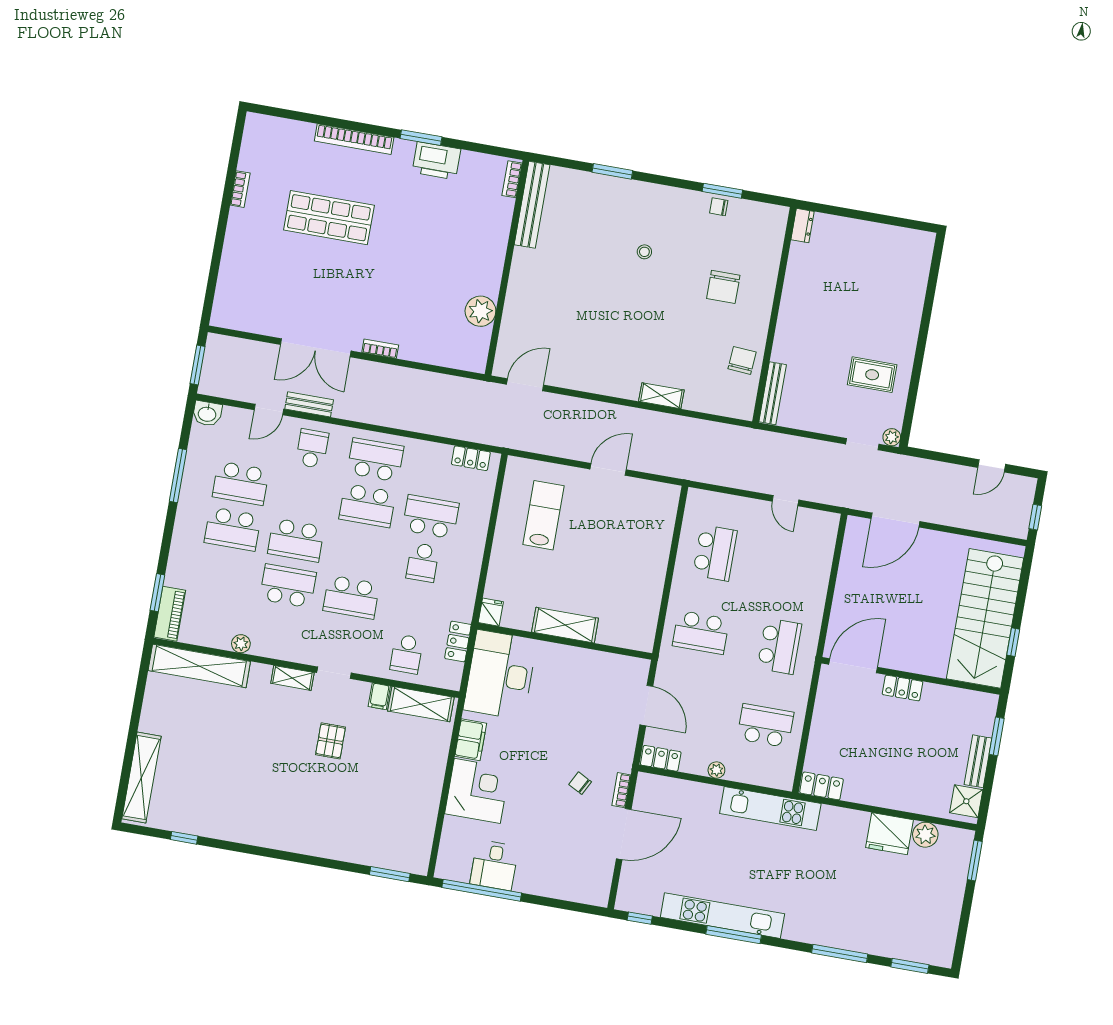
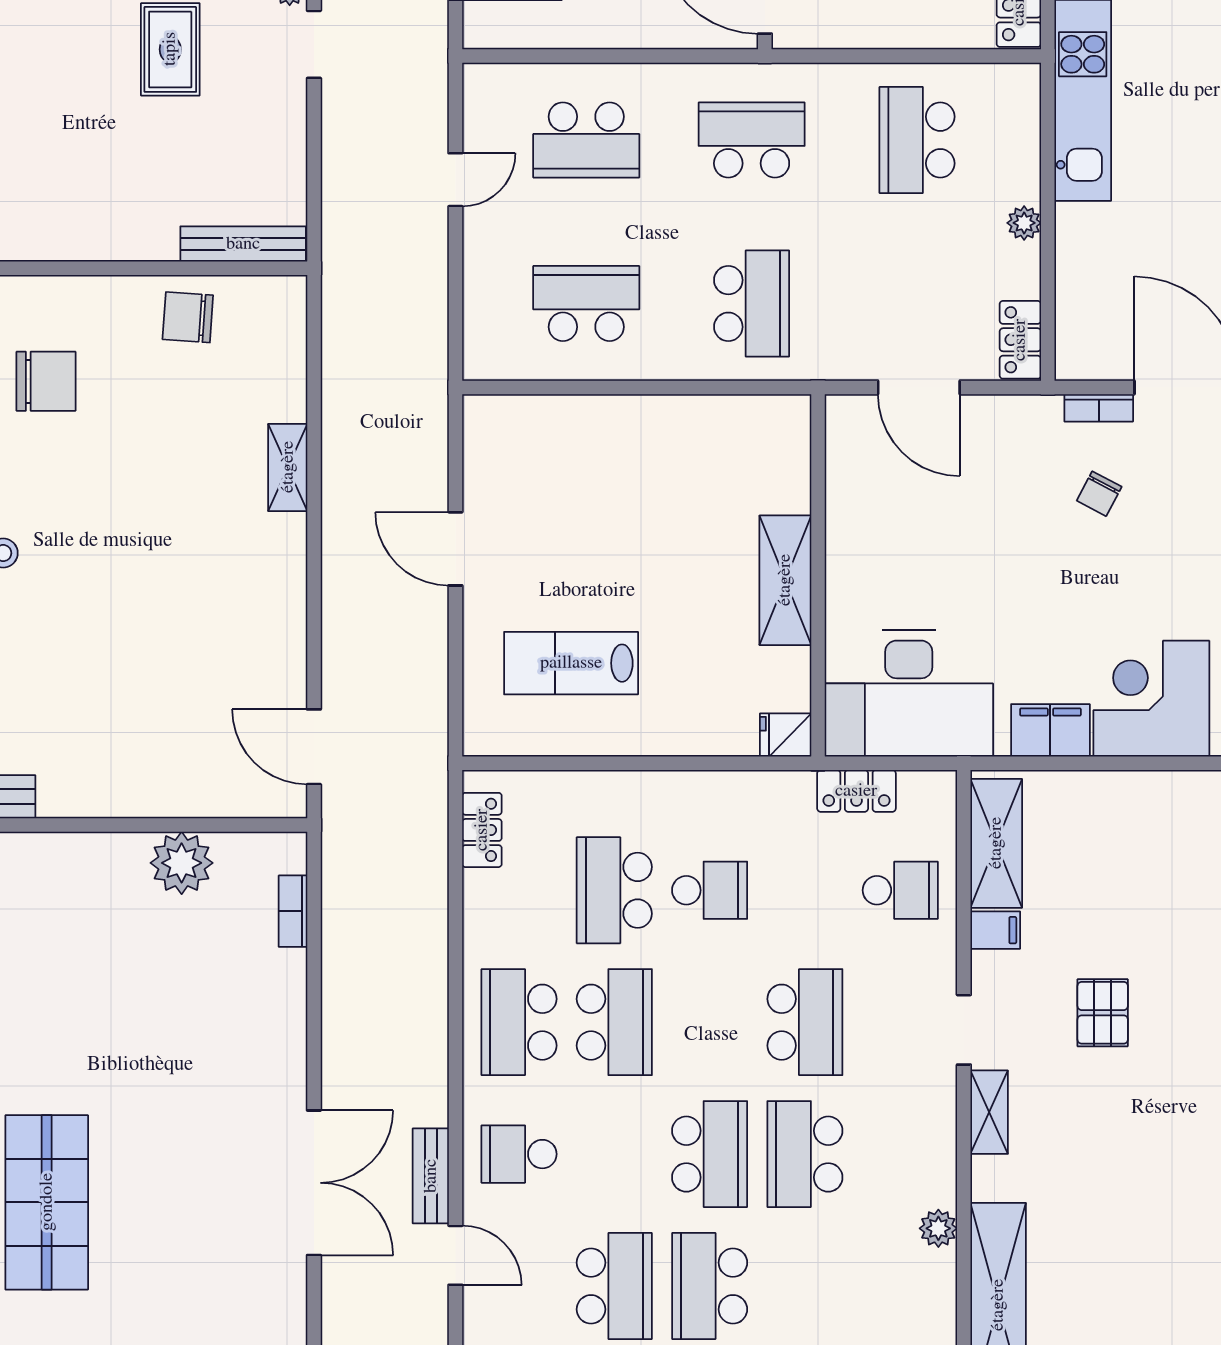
bookcase: (380, 349) -> (293, 911), moved
school desk: (233, 529) -> (710, 1286), turned 180
school desk: (793, 567) -> (586, 140), added
door: (646, 706) -> (919, 387), swing flipped
pallet: (331, 741) -> (1103, 1013), turned 90

